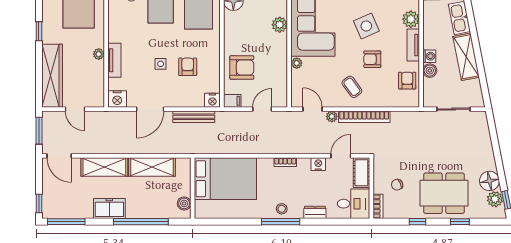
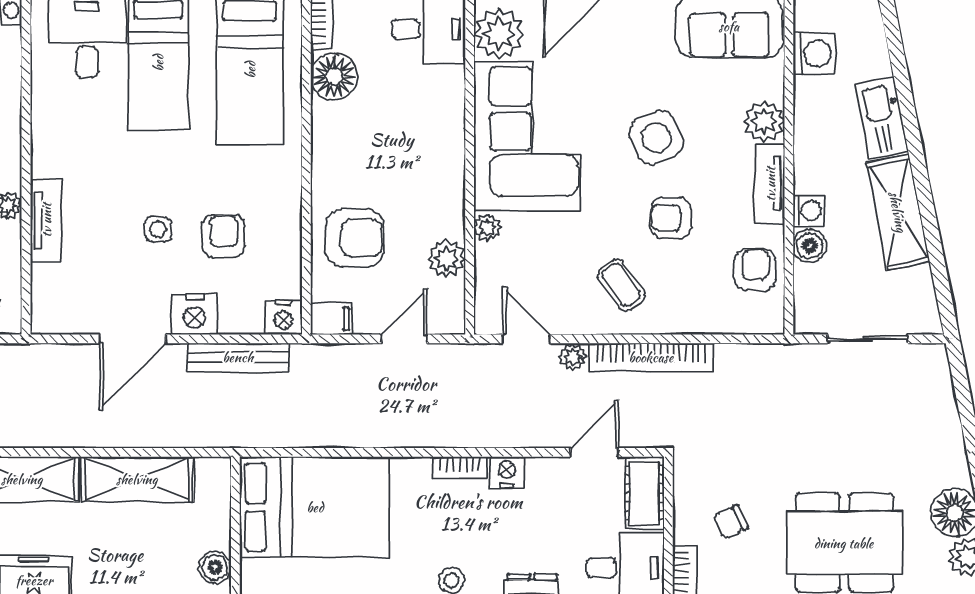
plant: (280, 25) -> (446, 259), moved
nightstand: (117, 99) -> (195, 314), moved
nightstand: (318, 164) -> (507, 472), moved

